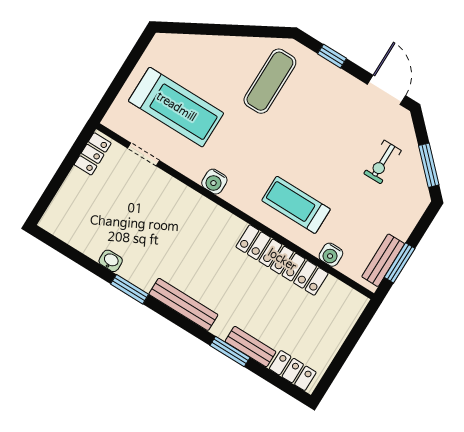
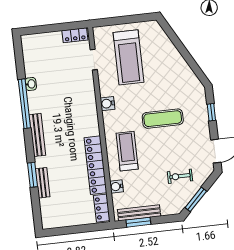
exercise mat: (270, 81) -> (163, 119), moved
bench: (383, 260) -> (139, 213), width x1.36
window: (130, 289) -> (24, 104), width x2.11
locker: (293, 371) -> (102, 208), moved, turned 180

